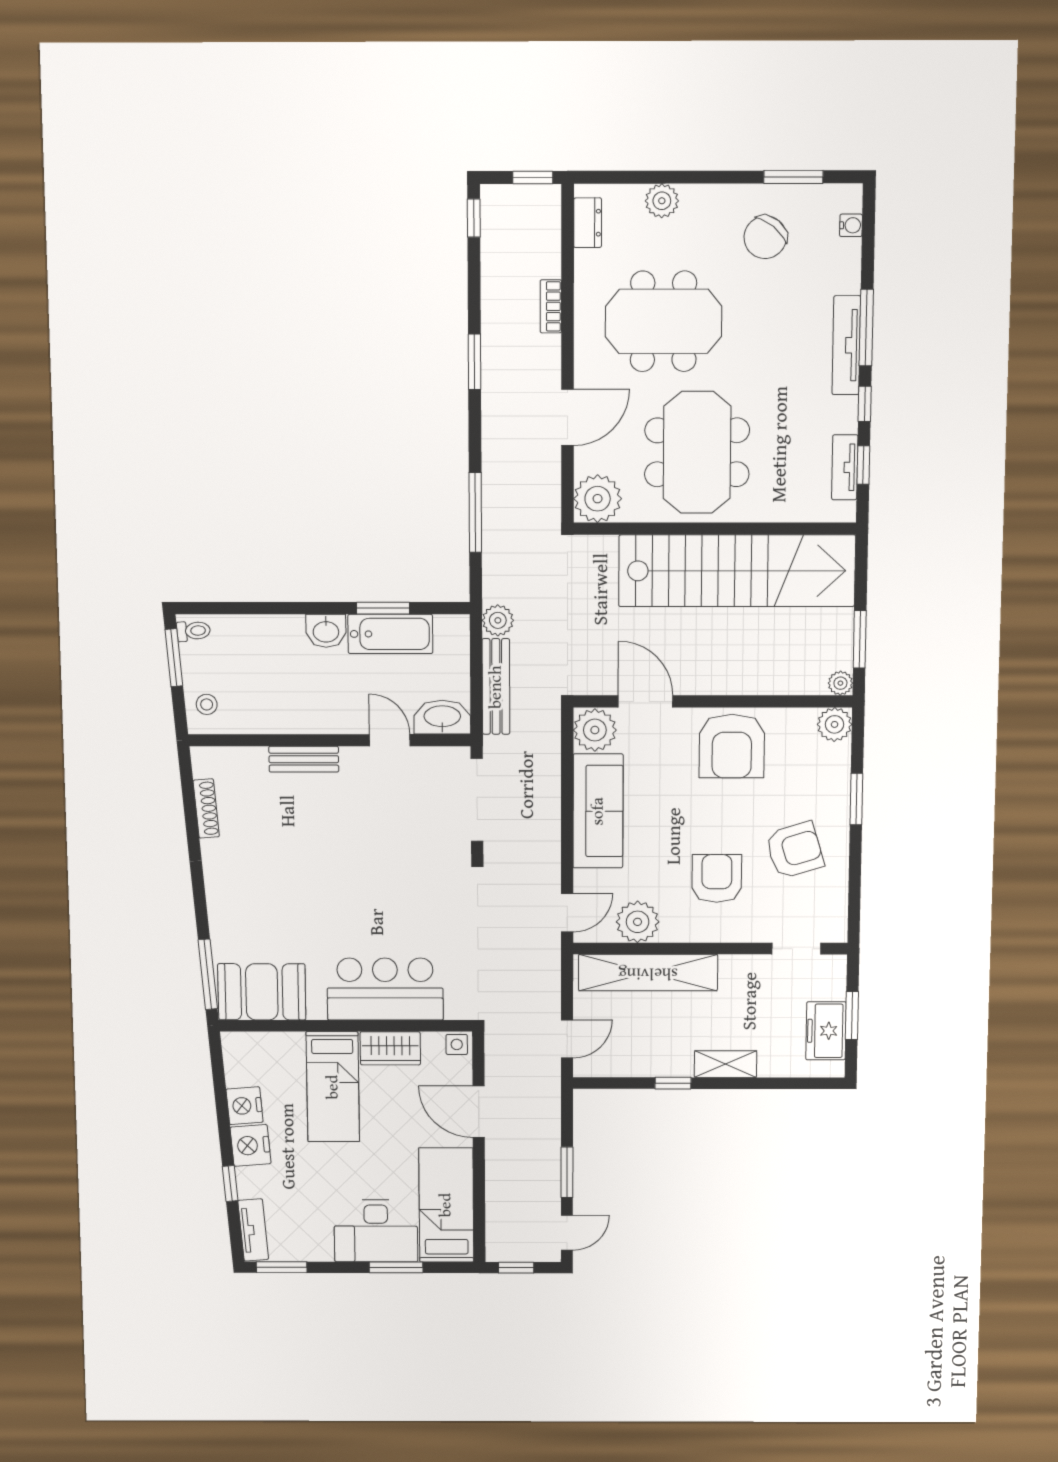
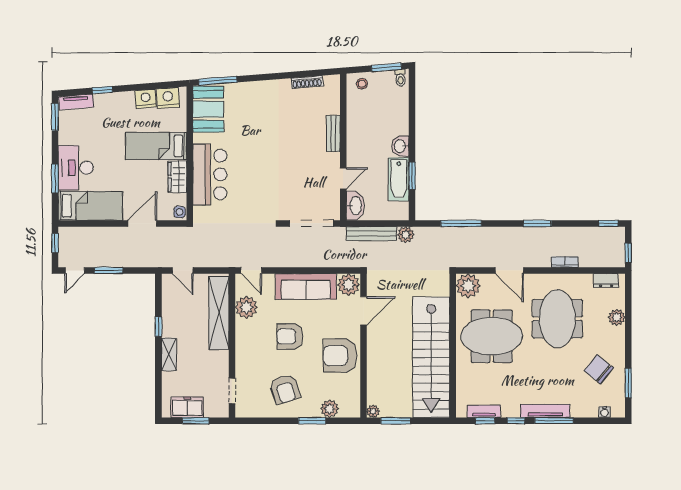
plant: (835, 724) -> (330, 409), moved
armchair: (717, 878) -> (290, 336), moved, turned 180
nightstand: (250, 1145) -> (168, 98), moved
door: (567, 1233) -> (75, 270), hinge flipped

